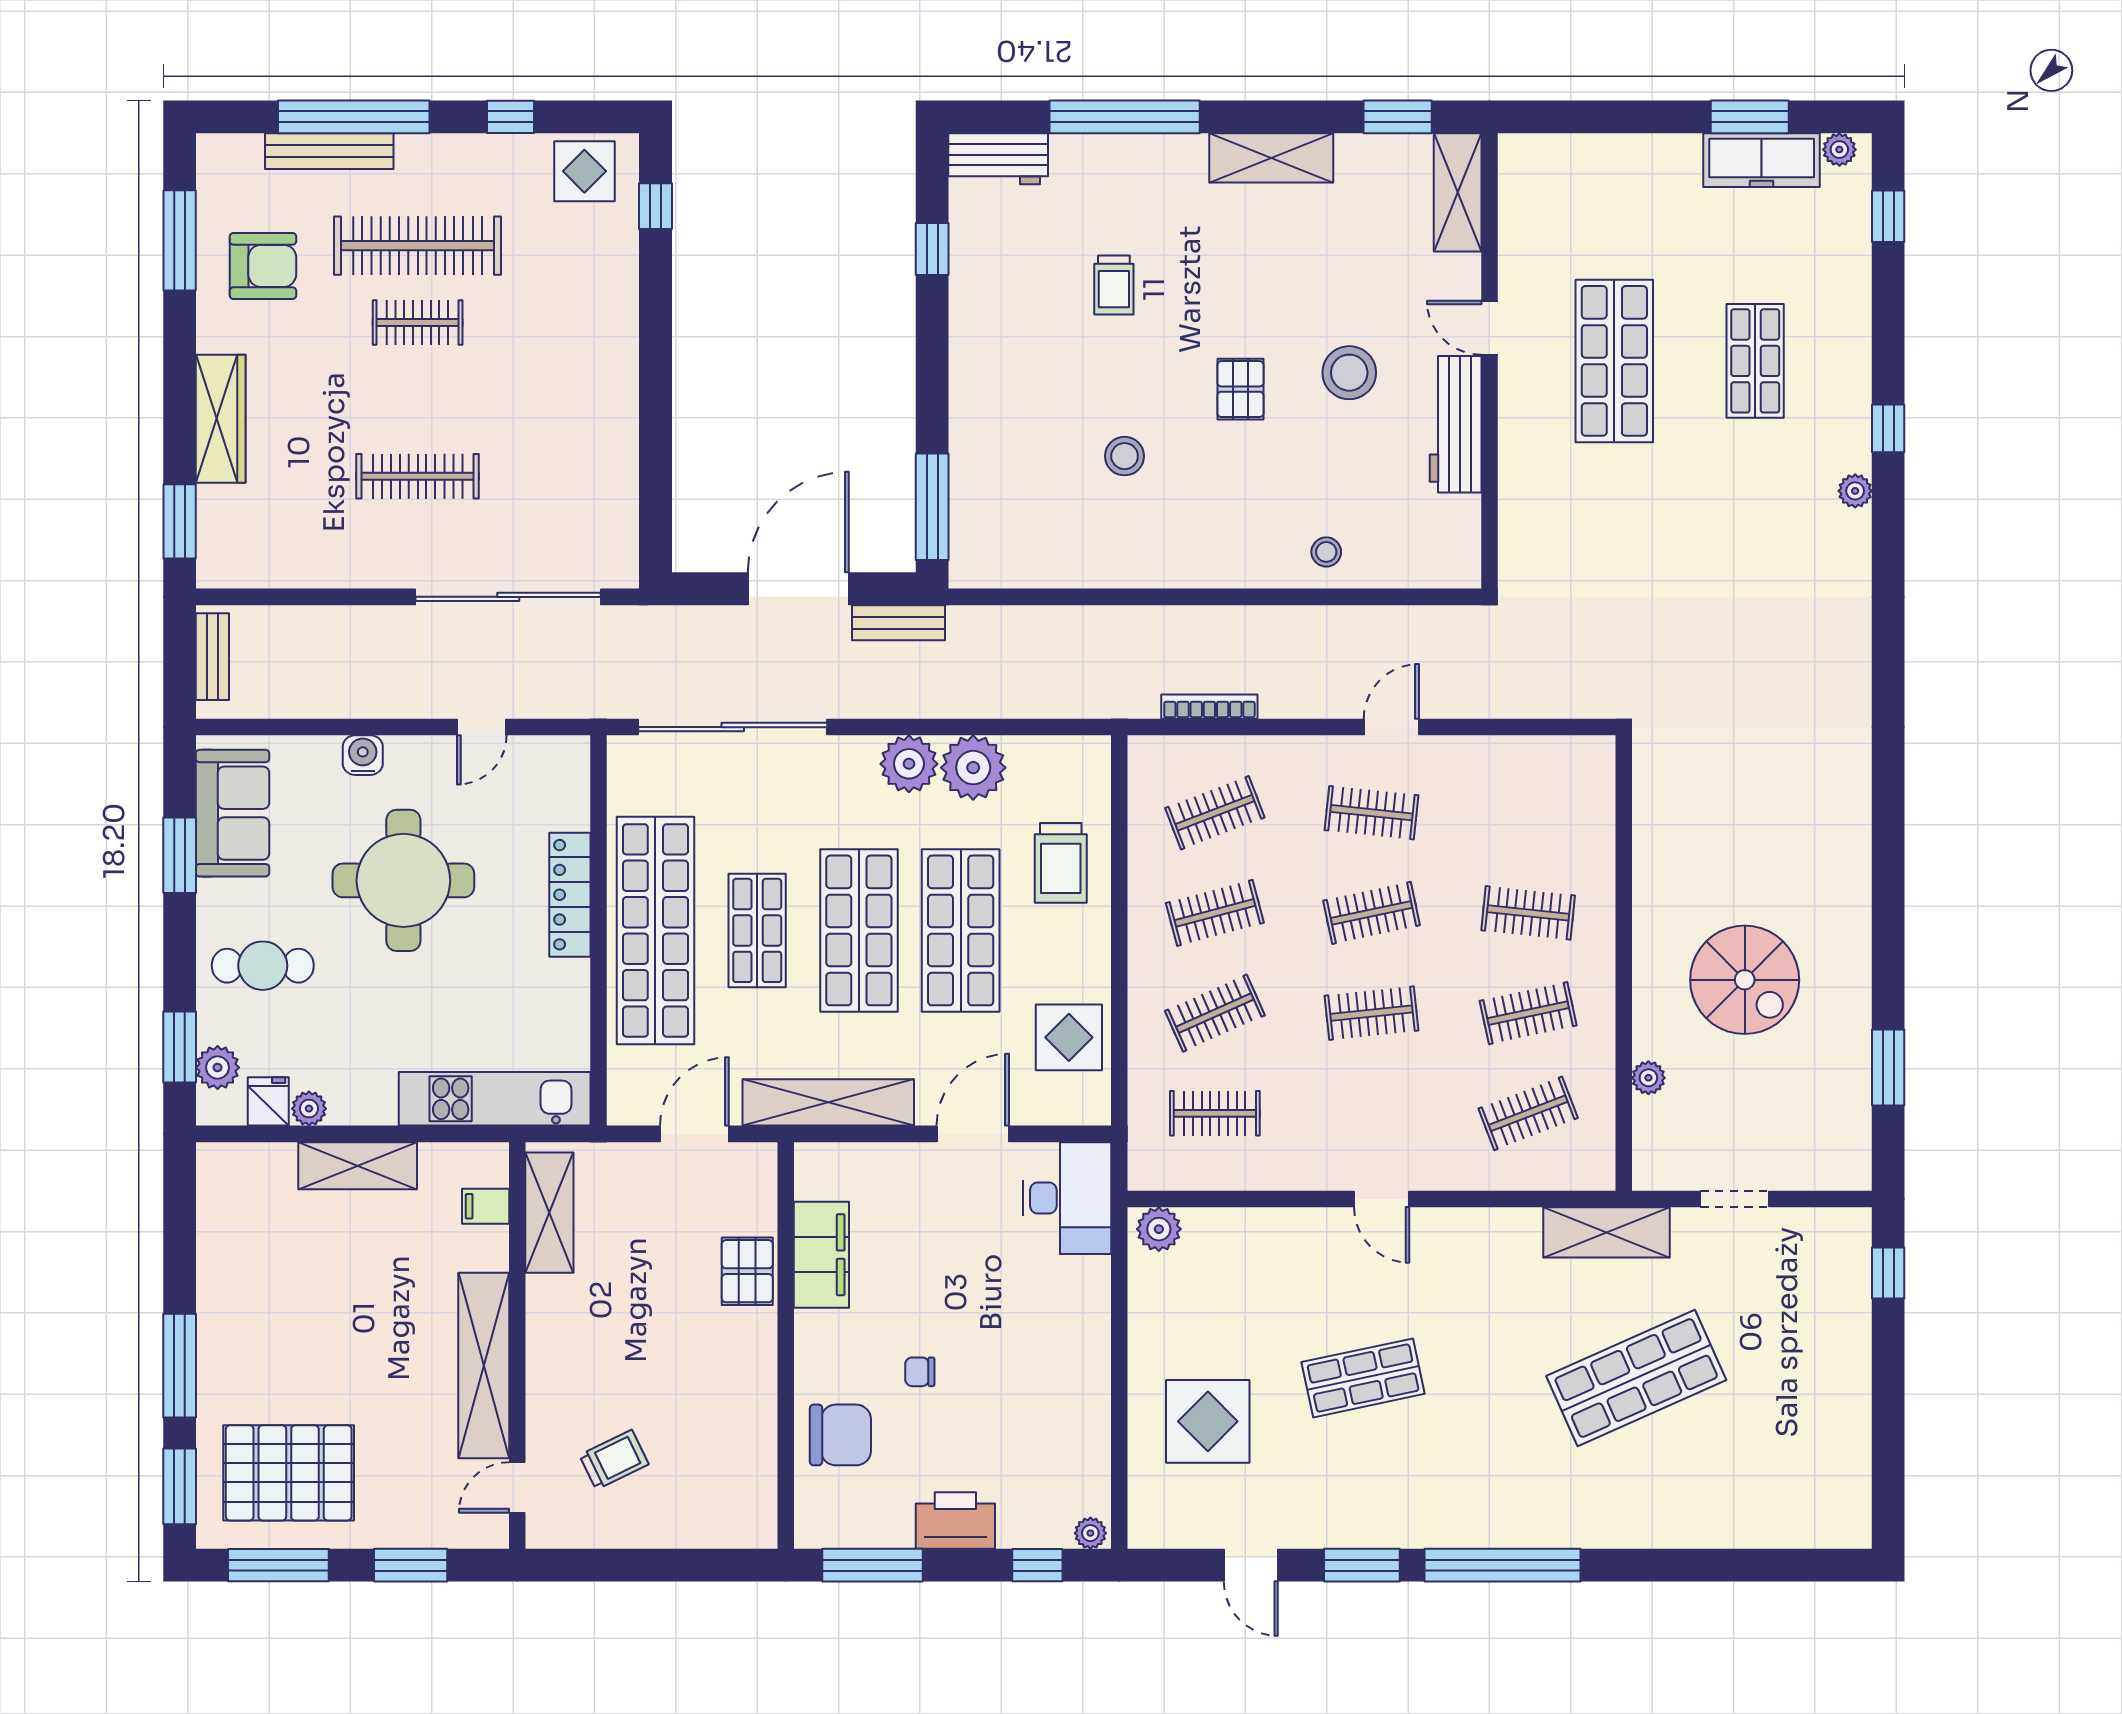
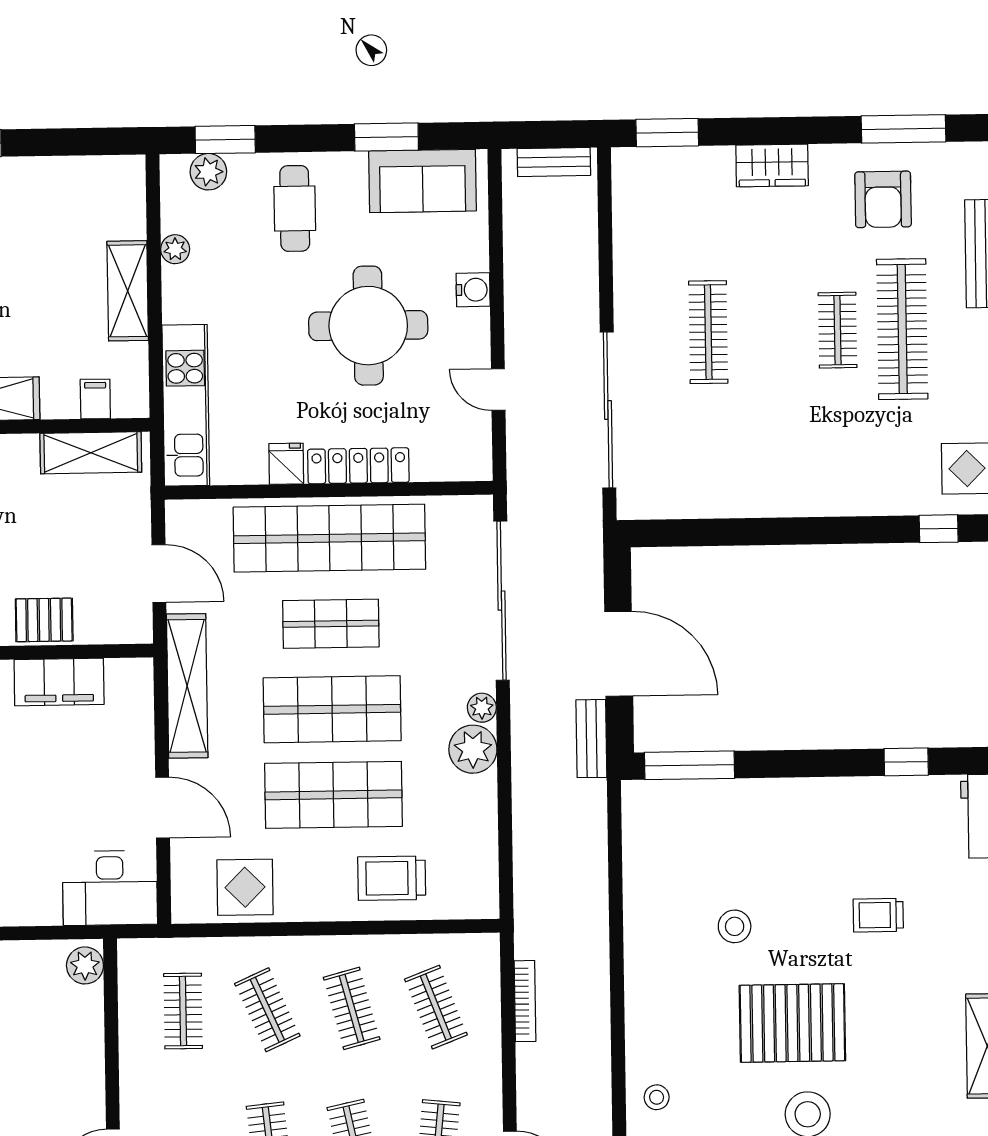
pallet: (1240, 389) -> (792, 1023), width x2.05, depth x2.00
wardrobe: (221, 419) -> (772, 165), width x0.67
plant: (973, 768) -> (482, 708), moved, width x0.53, depth x0.53
fridge: (268, 1101) -> (286, 464), moved, turned -90

